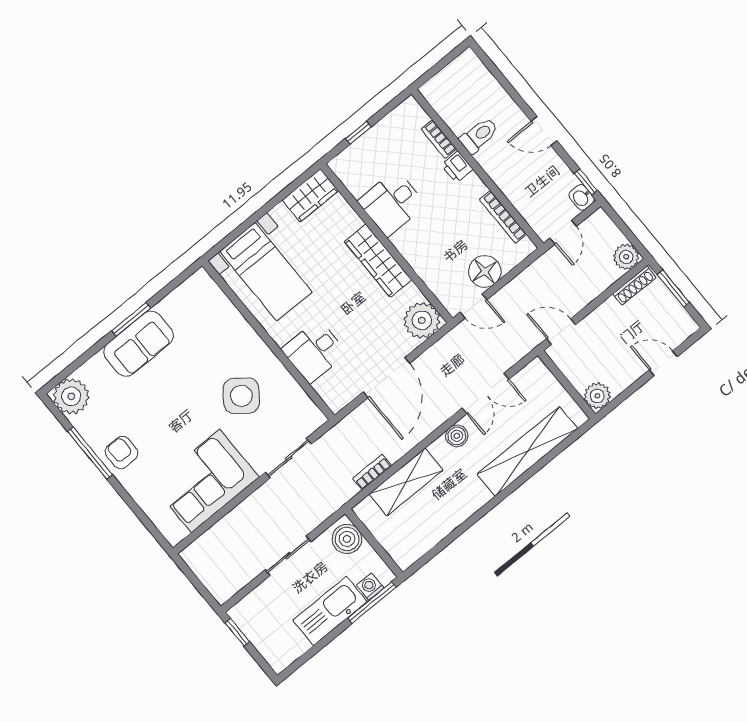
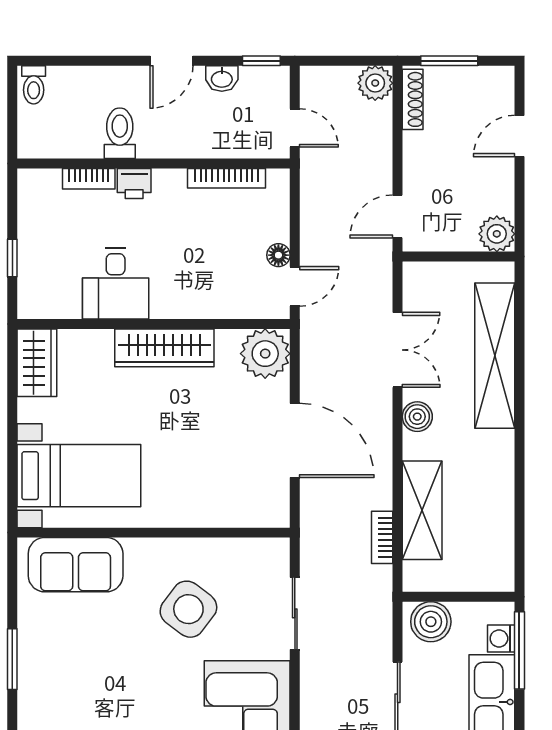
toilet: (466, 64) -> (34, 85), added
washbasin: (582, 197) -> (222, 78), moved
floor lamp: (485, 272) -> (278, 255), width x0.53, depth x0.53
sofa: (138, 344) -> (76, 565), moved, turned 90
desk: (314, 351) -> (205, 494), removed

